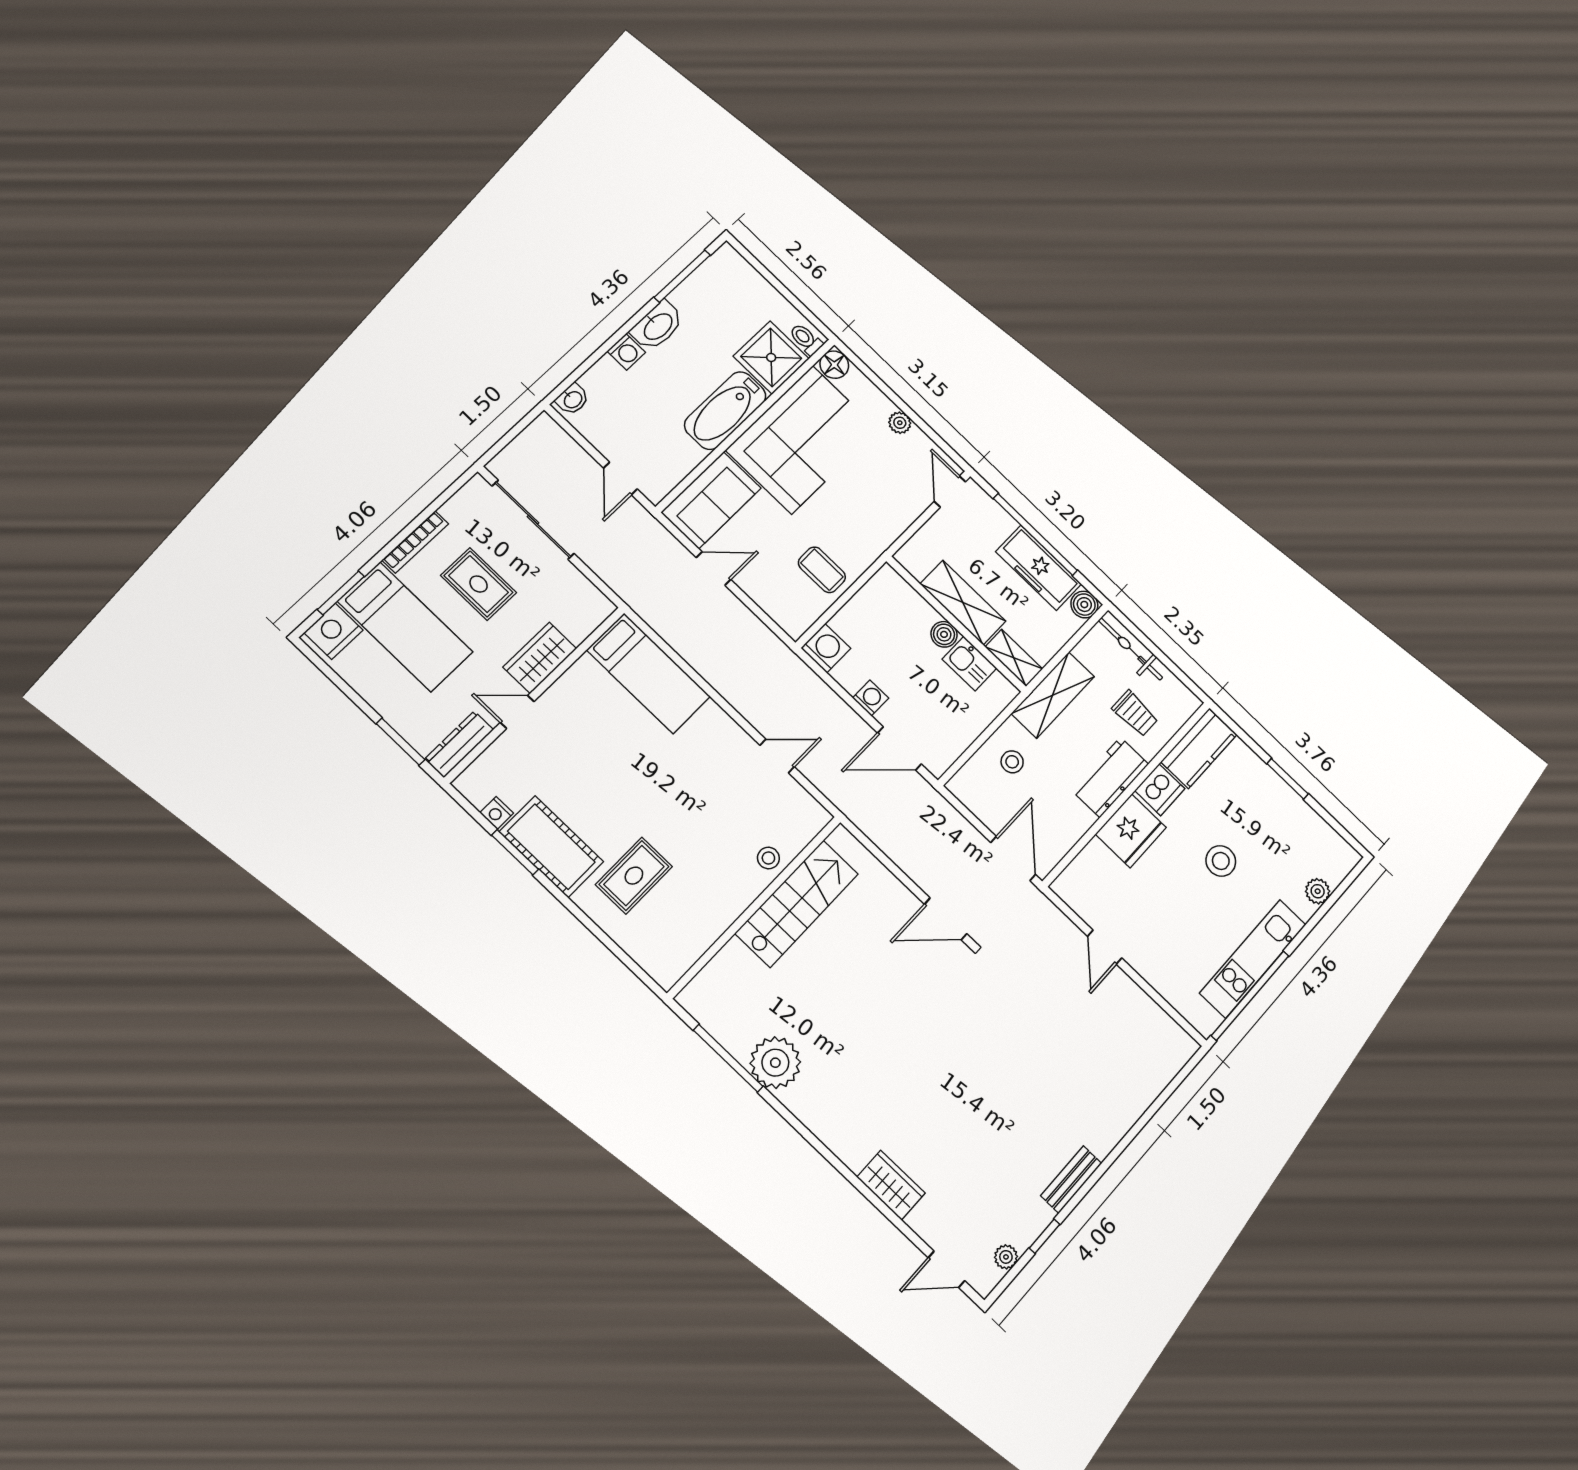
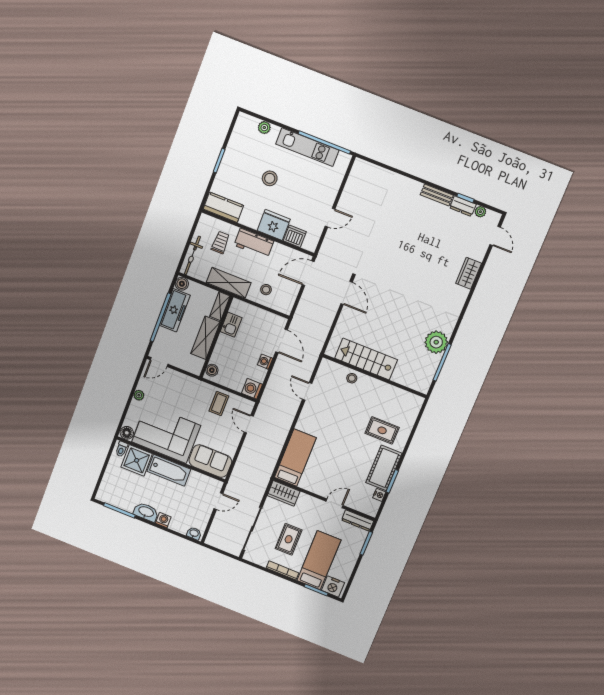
door: (713, 569) -> (249, 424), moved
boiler: (944, 634) -> (212, 370), moved
wardrobe: (540, 658) -> (284, 493), moved
door: (517, 712) -> (334, 503), swing flipped
dishwasher: (1160, 790) -> (295, 236), moved
dresser: (1030, 1225) -> (463, 206), added

